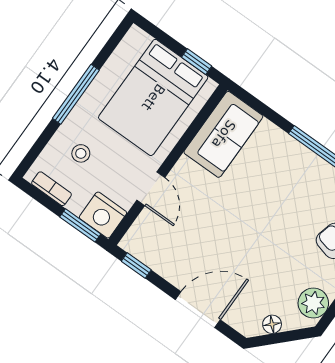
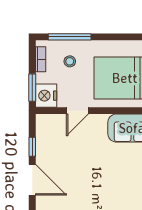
window: (76, 94) -> (70, 37), moved
window: (136, 266) -> (32, 147), moved

